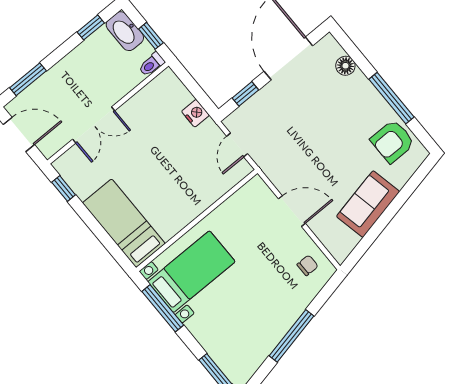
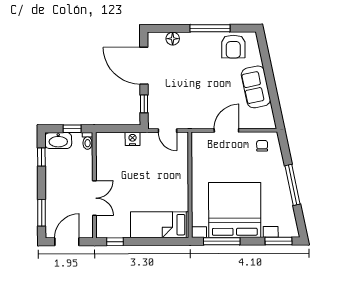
bed with nightstands: (191, 272) -> (235, 210), width x1.85

